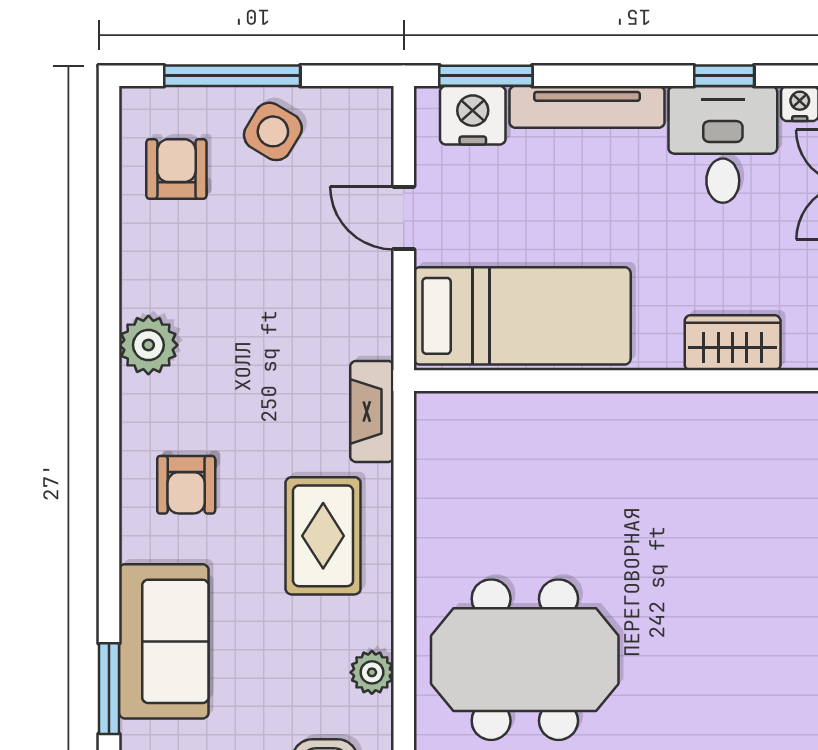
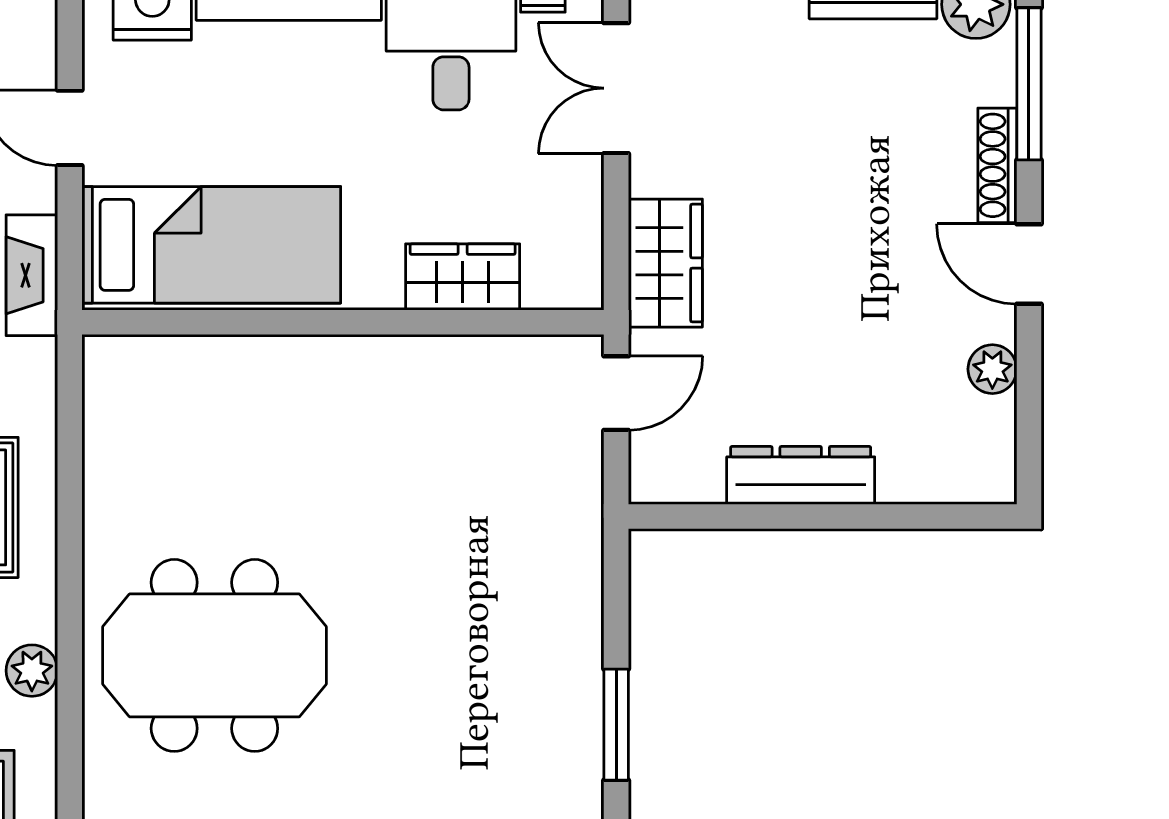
fireplace: (372, 411) -> (32, 275), moved

